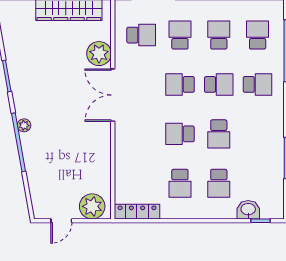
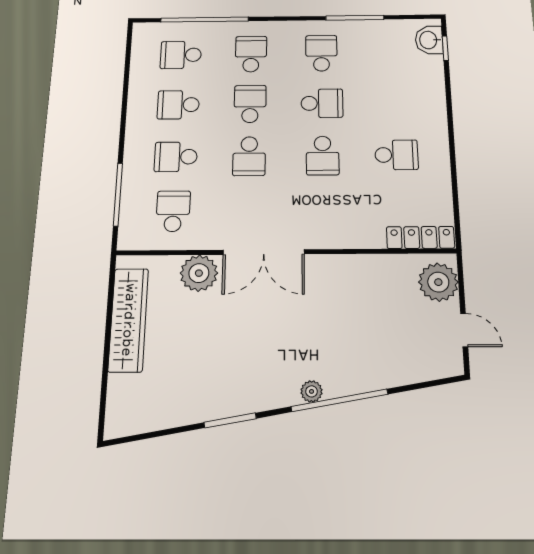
school desk: (219, 183) -> (321, 53), moved, turned -90
washbasin: (248, 210) -> (429, 40), moved
locker: (137, 212) -> (420, 237), moved, turned 90

